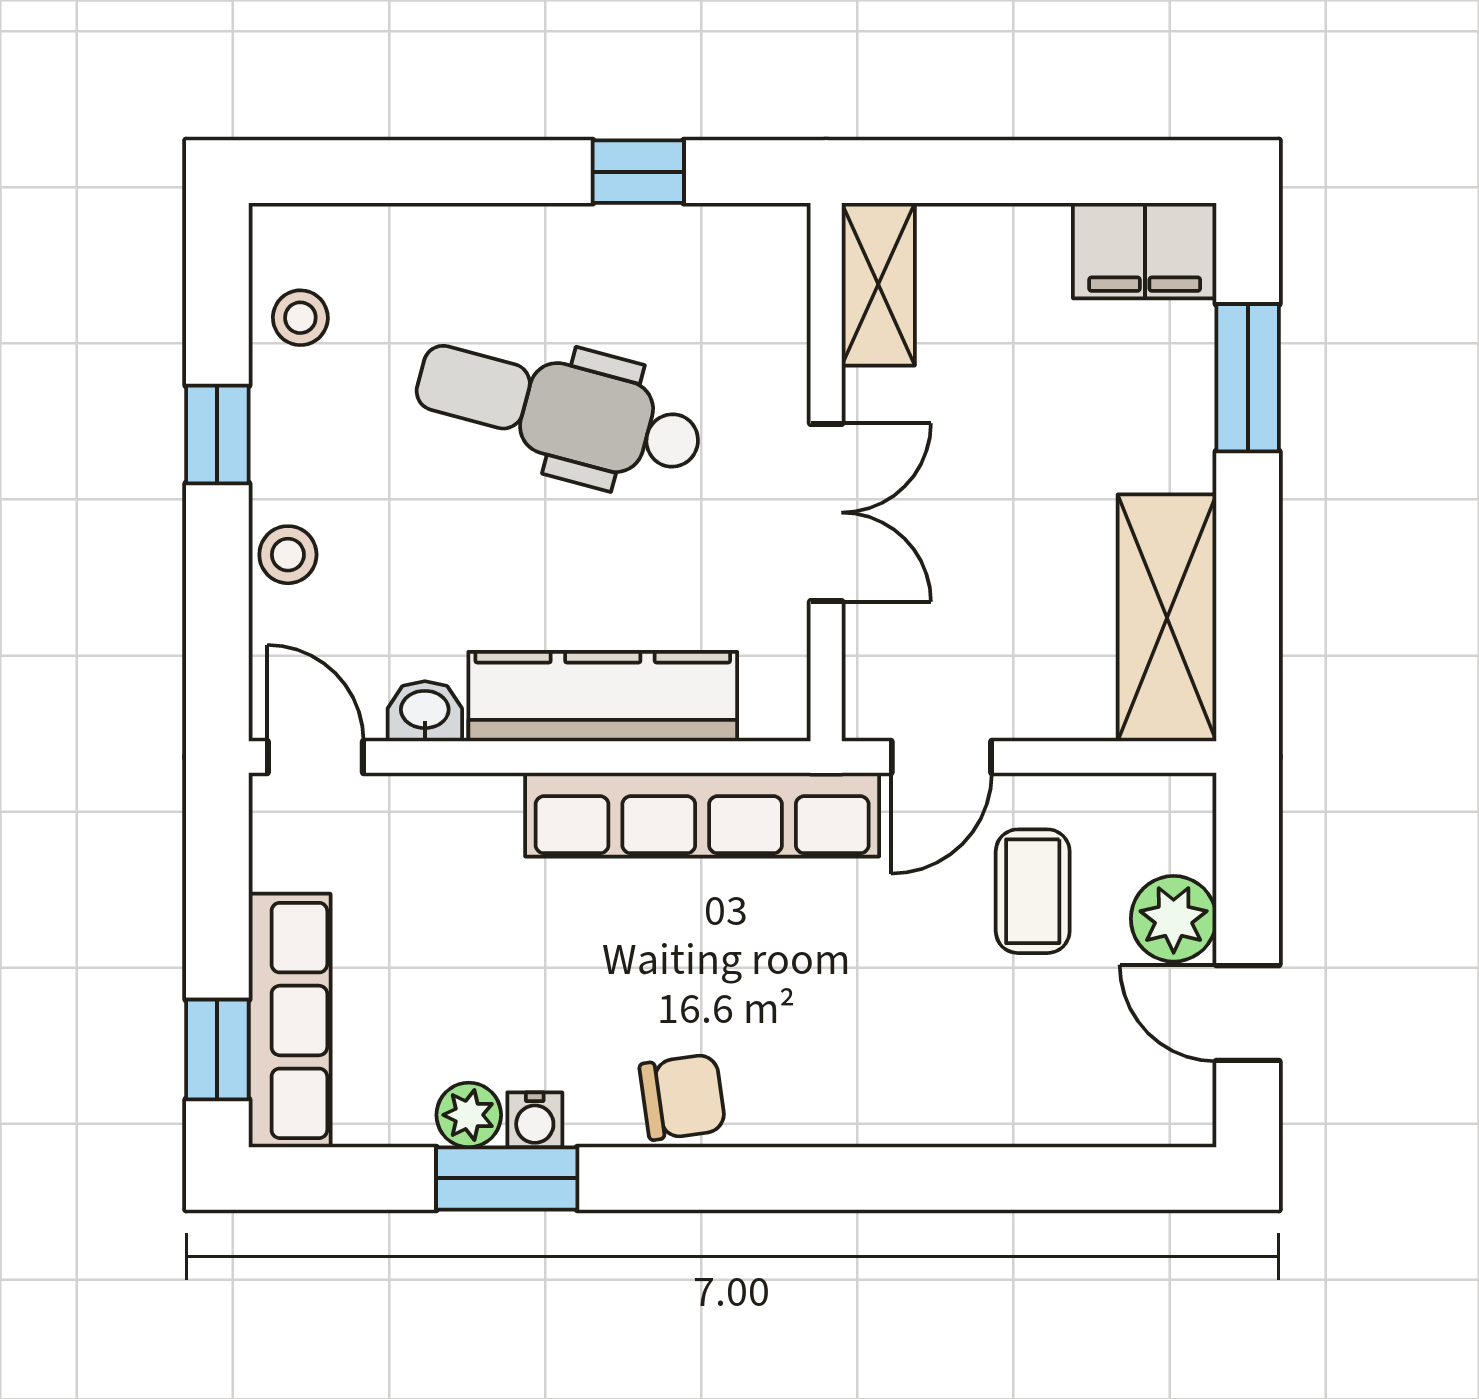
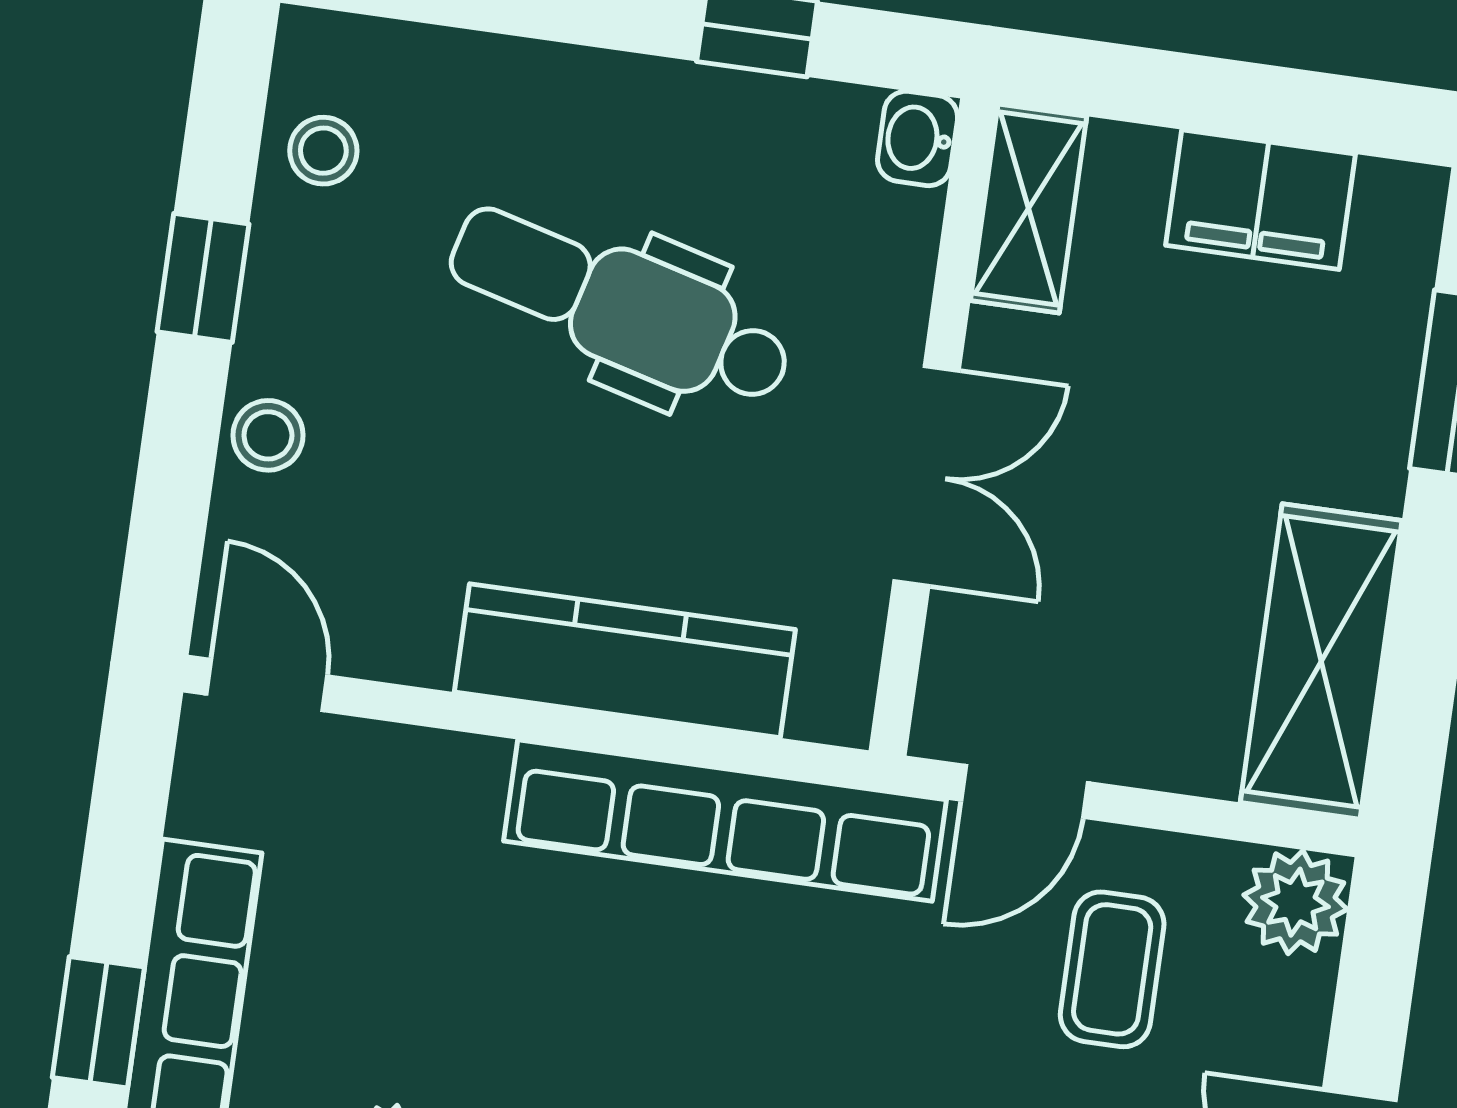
filing cabinet: (1145, 251) -> (1260, 200), moved
washbasin: (425, 711) -> (918, 138), moved, turned -90
plant: (1174, 919) -> (1295, 902), moved

